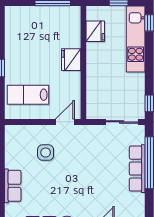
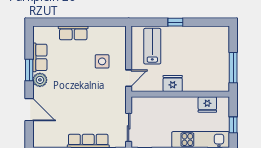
fridge: (71, 60) -> (173, 83), moved
door: (65, 122) -> (129, 78), hinge flipped

